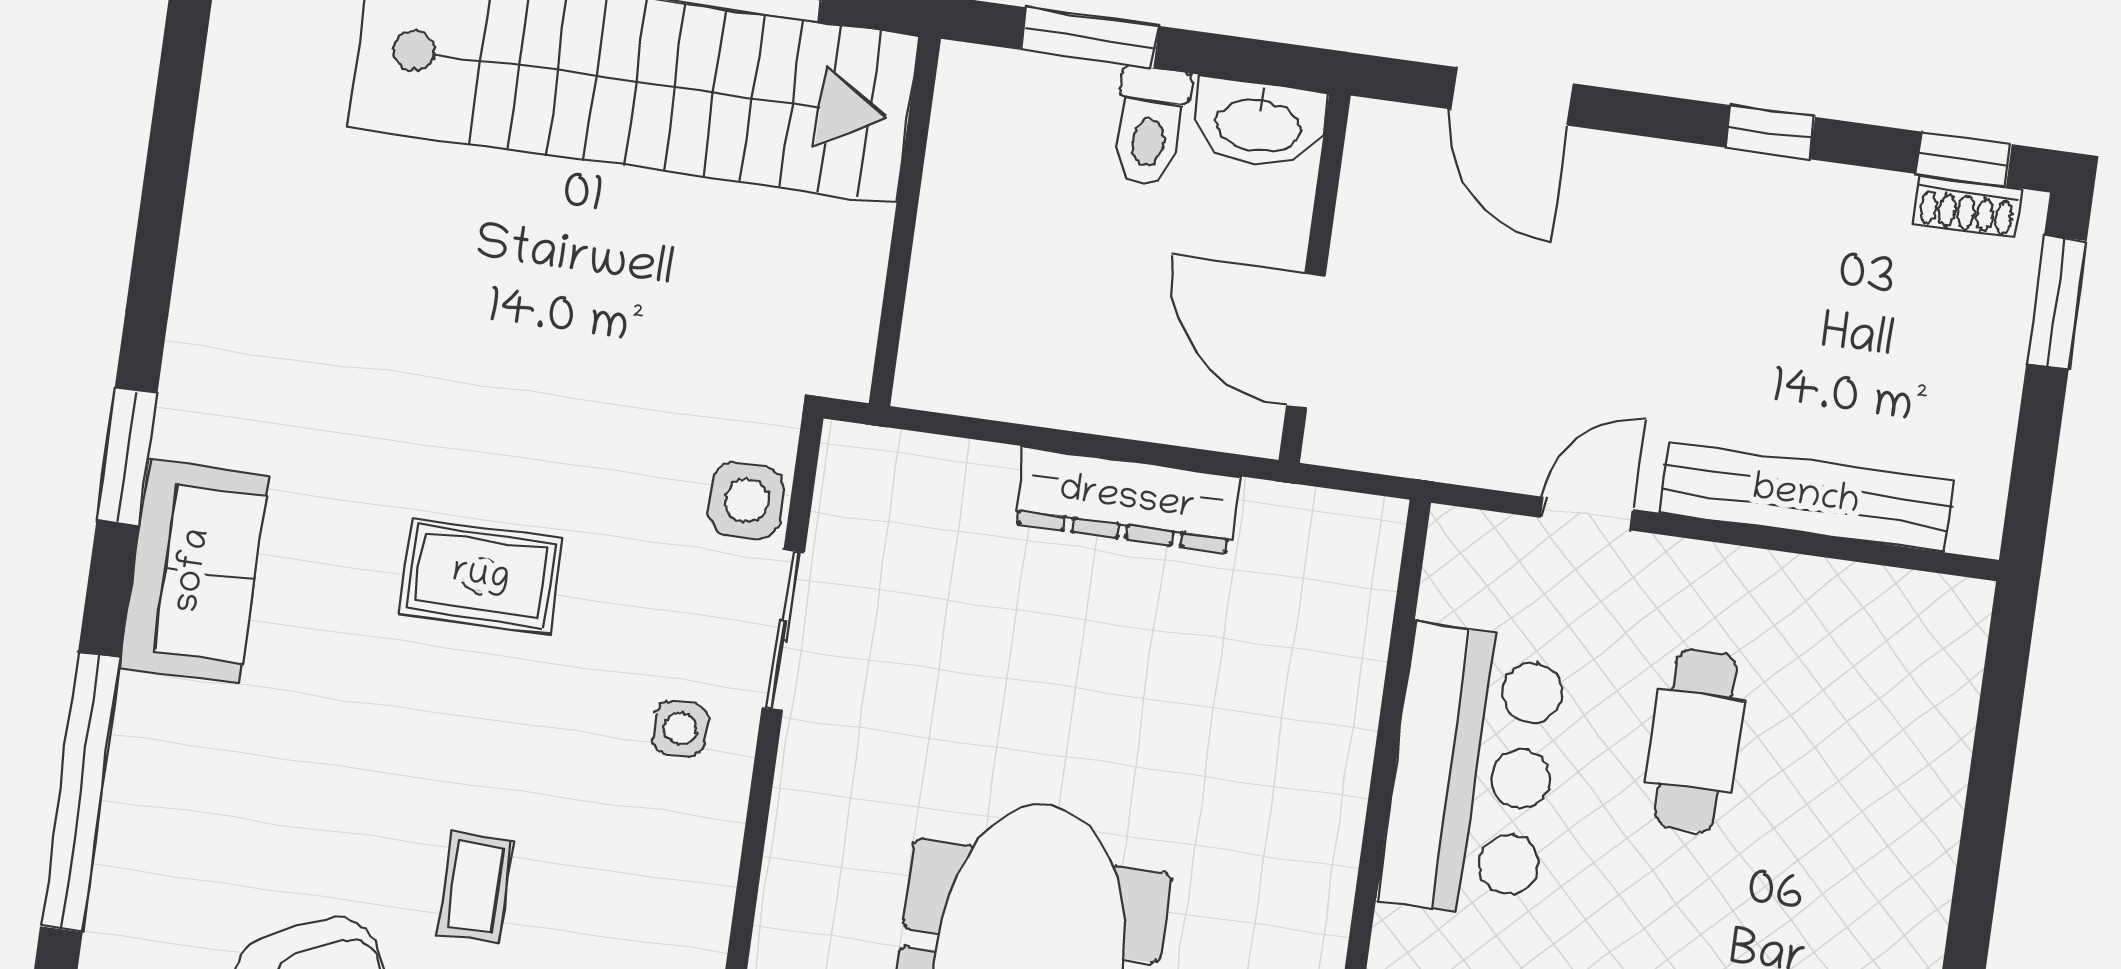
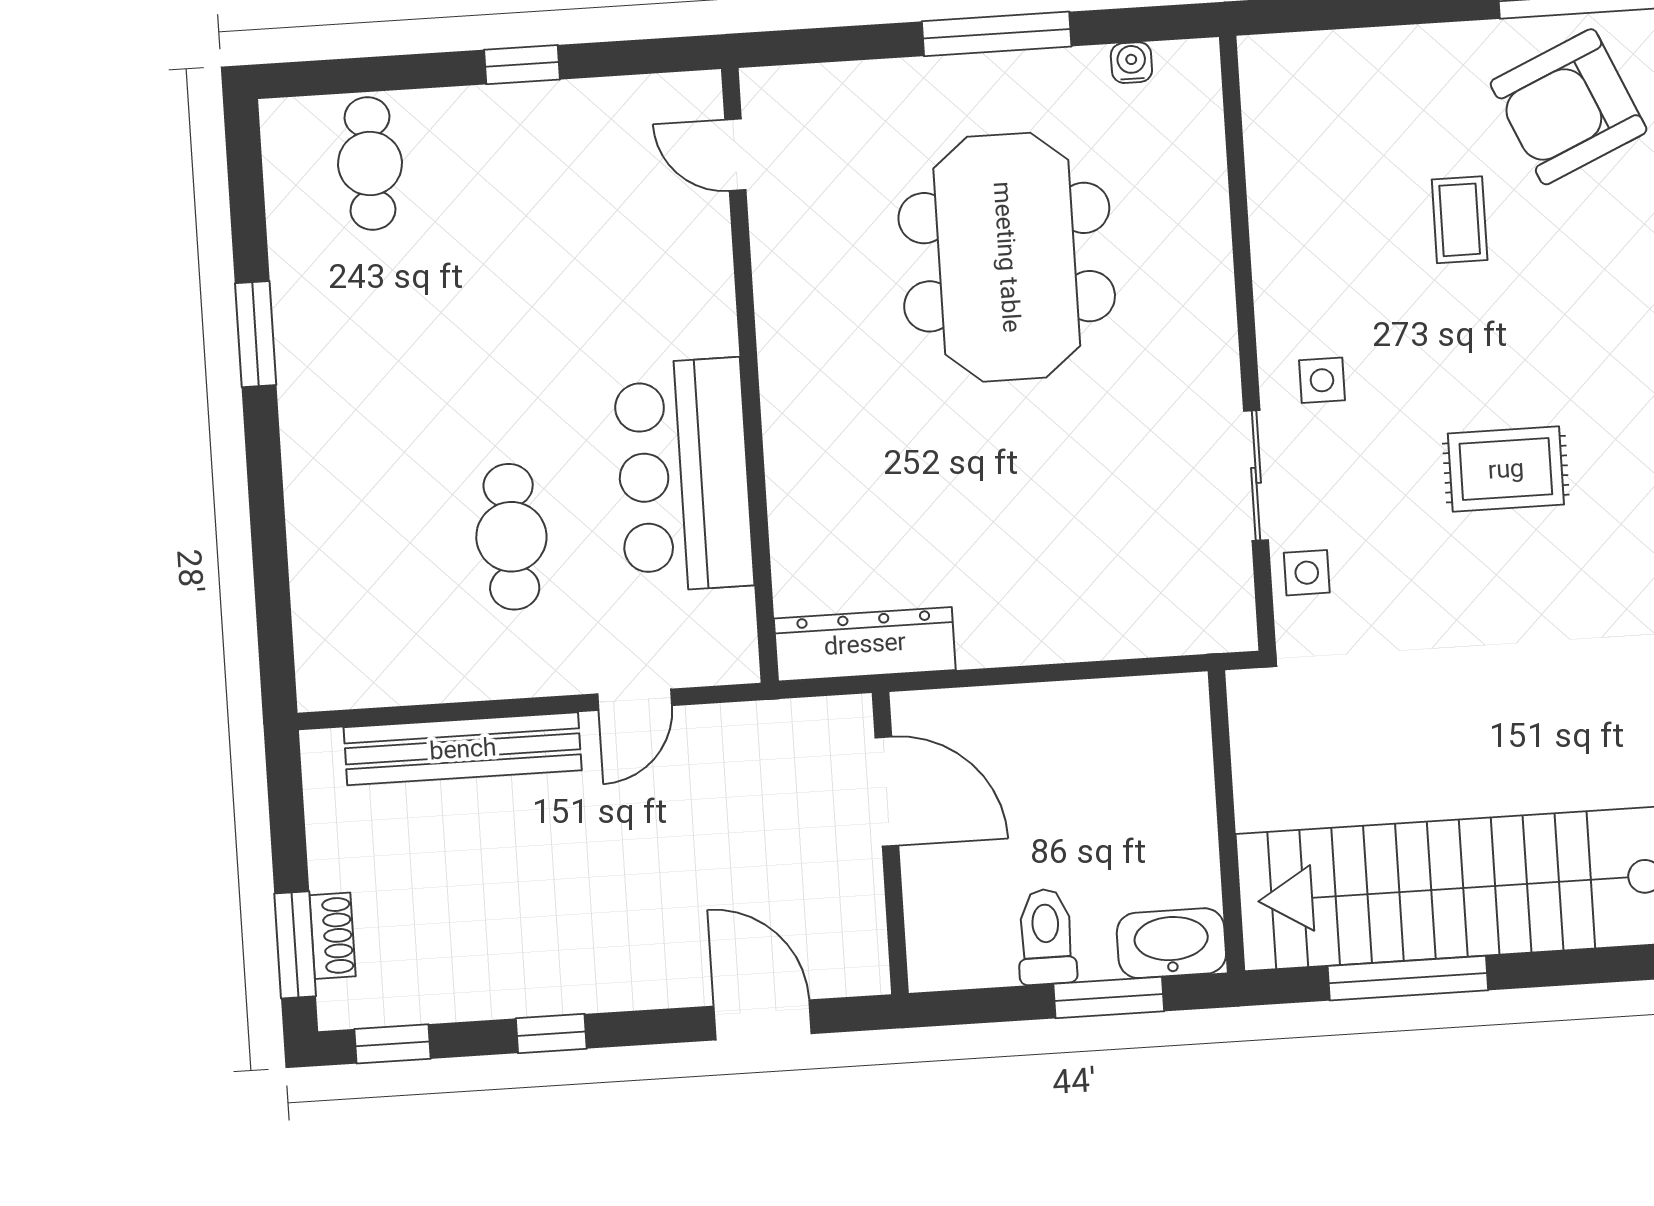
washbasin: (1259, 124) -> (1171, 943), moved
shoe rack: (1967, 206) -> (332, 936), moved, turned 90
side table: (746, 500) -> (1307, 573), width x0.73, depth x0.73
dresser: (1127, 500) -> (865, 644), moved

